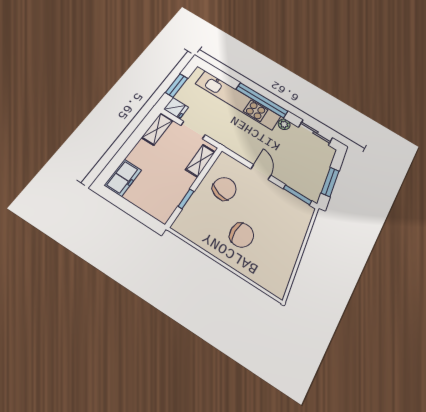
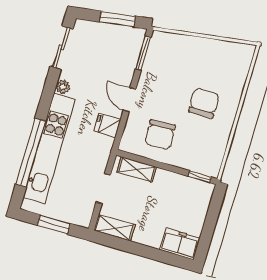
window: (262, 100) -> (31, 153), moved
fridge: (176, 108) -> (107, 125), moved, turned -90
door: (261, 172) -> (129, 100), hinge flipped
chair: (224, 189) -> (160, 135), turned -108
window: (186, 199) -> (200, 177), moved

